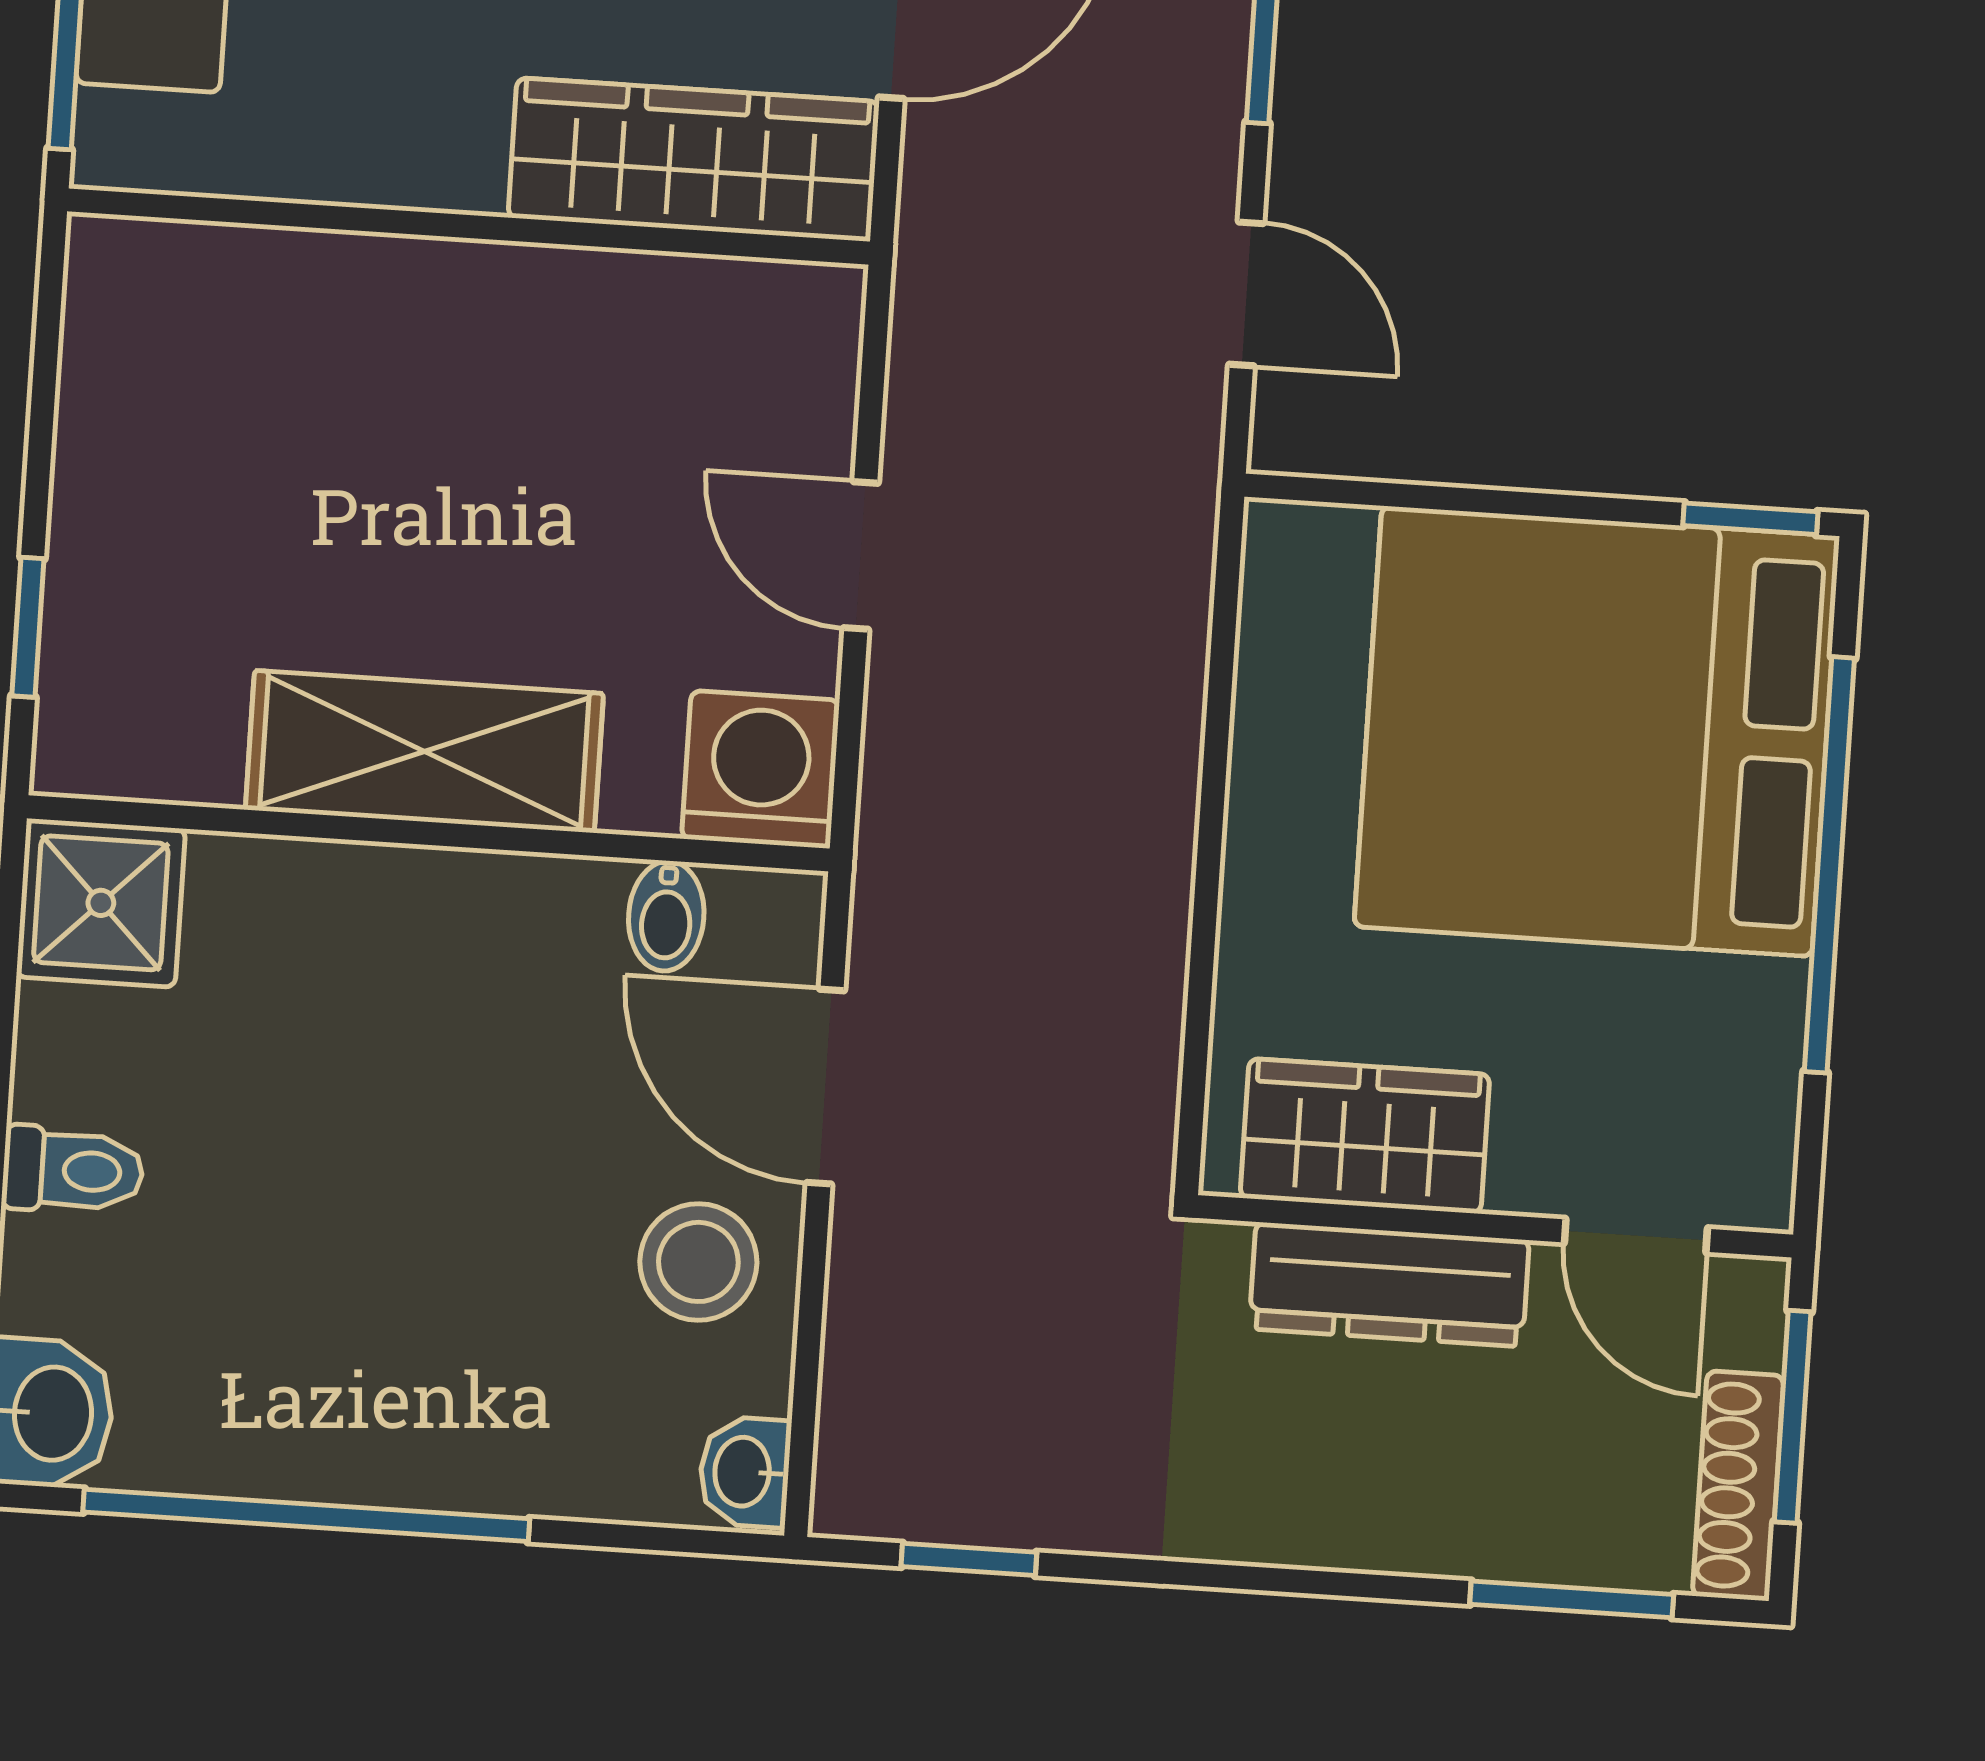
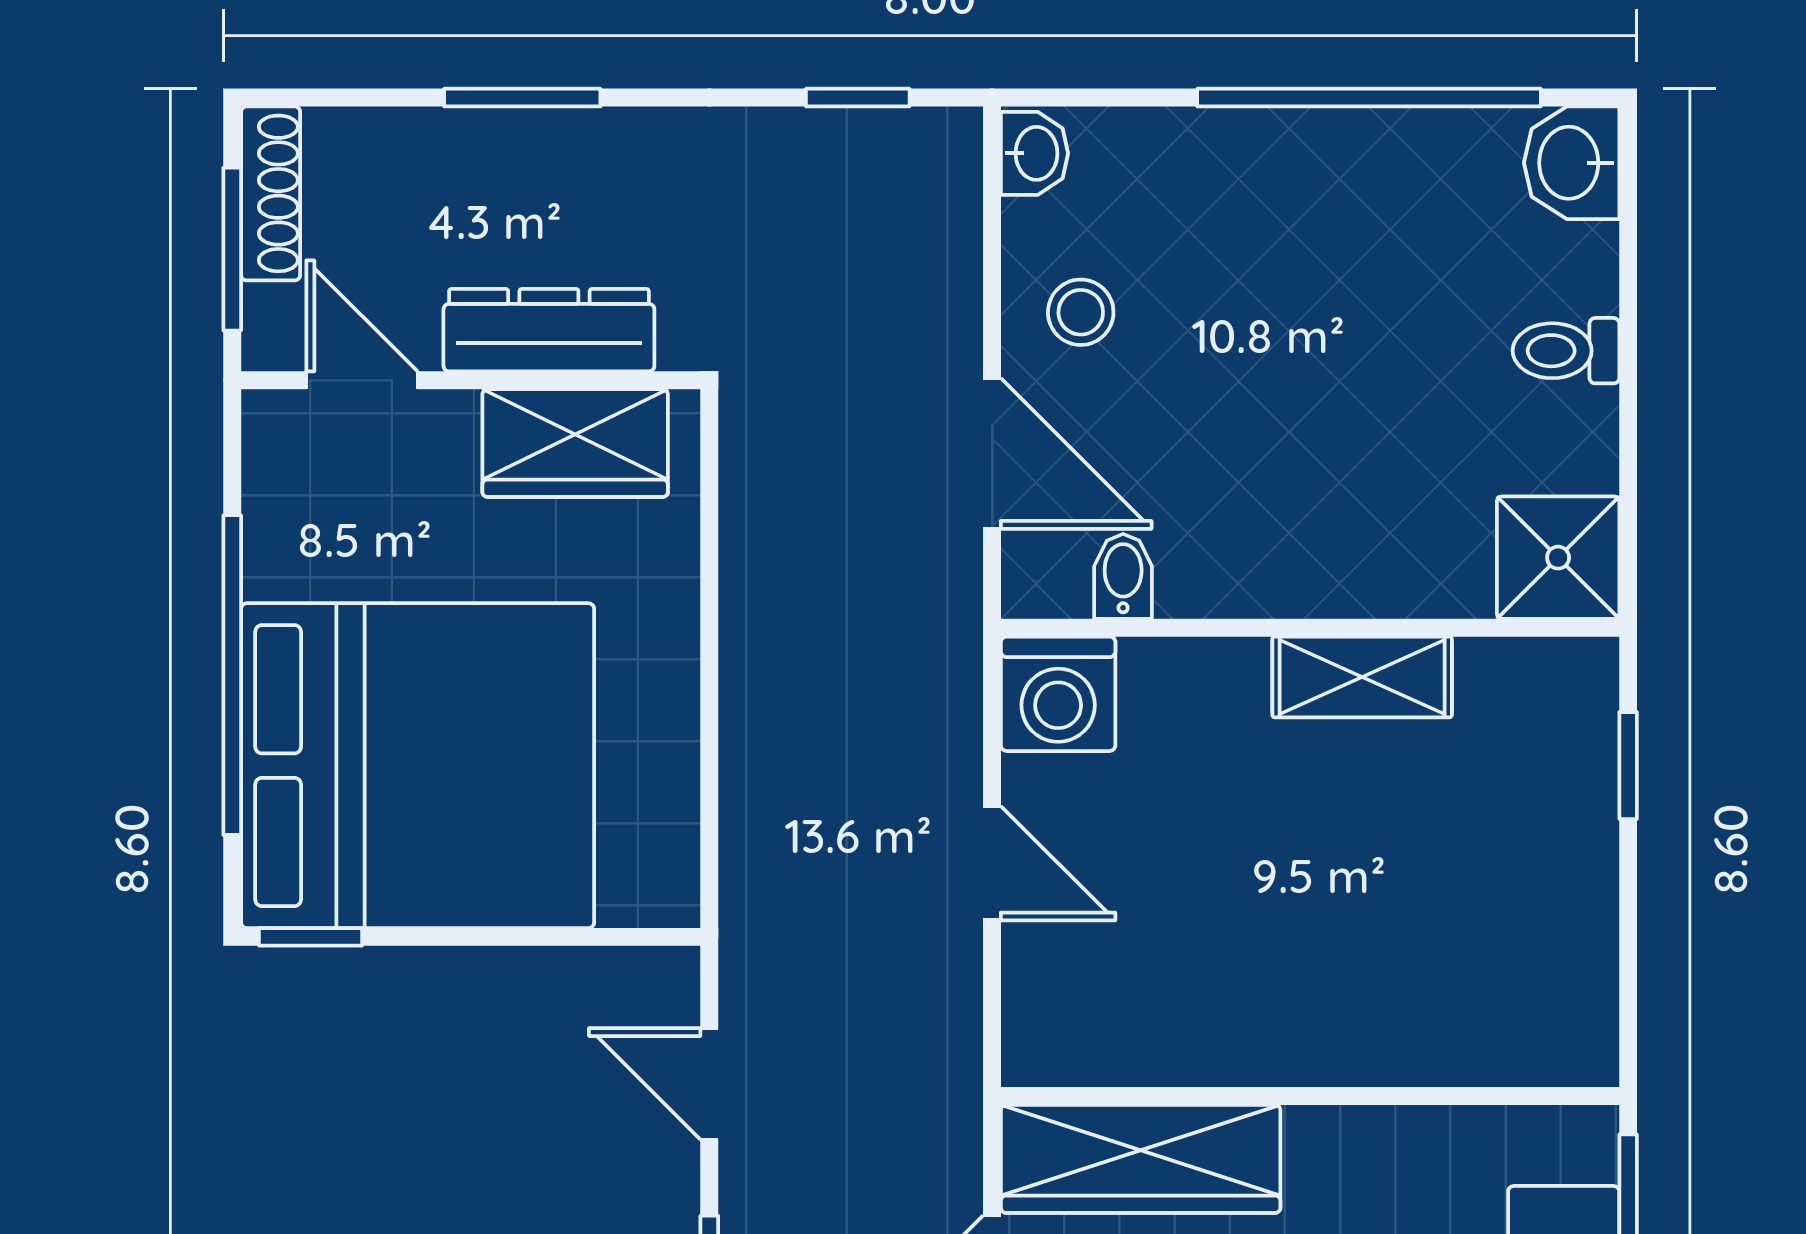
shelving: (424, 752) -> (1362, 677), width x0.67, depth x0.75
stool: (698, 1262) -> (1081, 312), width x0.73, depth x0.73
window: (1572, 1599) -> (522, 98), moved

